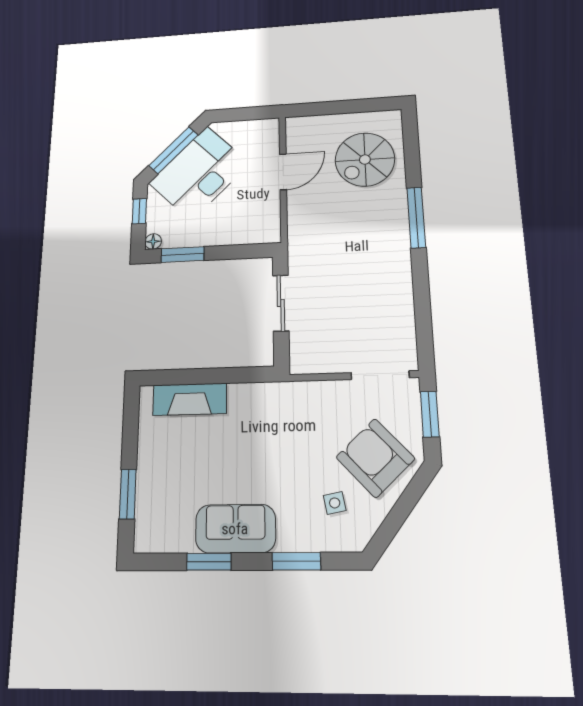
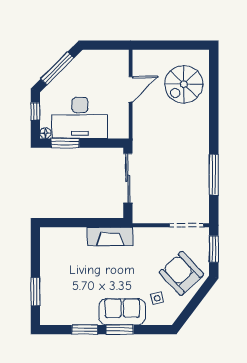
desk: (199, 173) -> (80, 118), moved, turned -135
window: (416, 218) -> (214, 175), moved
sliding door: (281, 303) -> (128, 178), width x1.37
fireplace: (190, 399) -> (110, 236), moved
sofa: (235, 529) -> (122, 312), moved
window: (296, 561) -> (120, 330), moved

